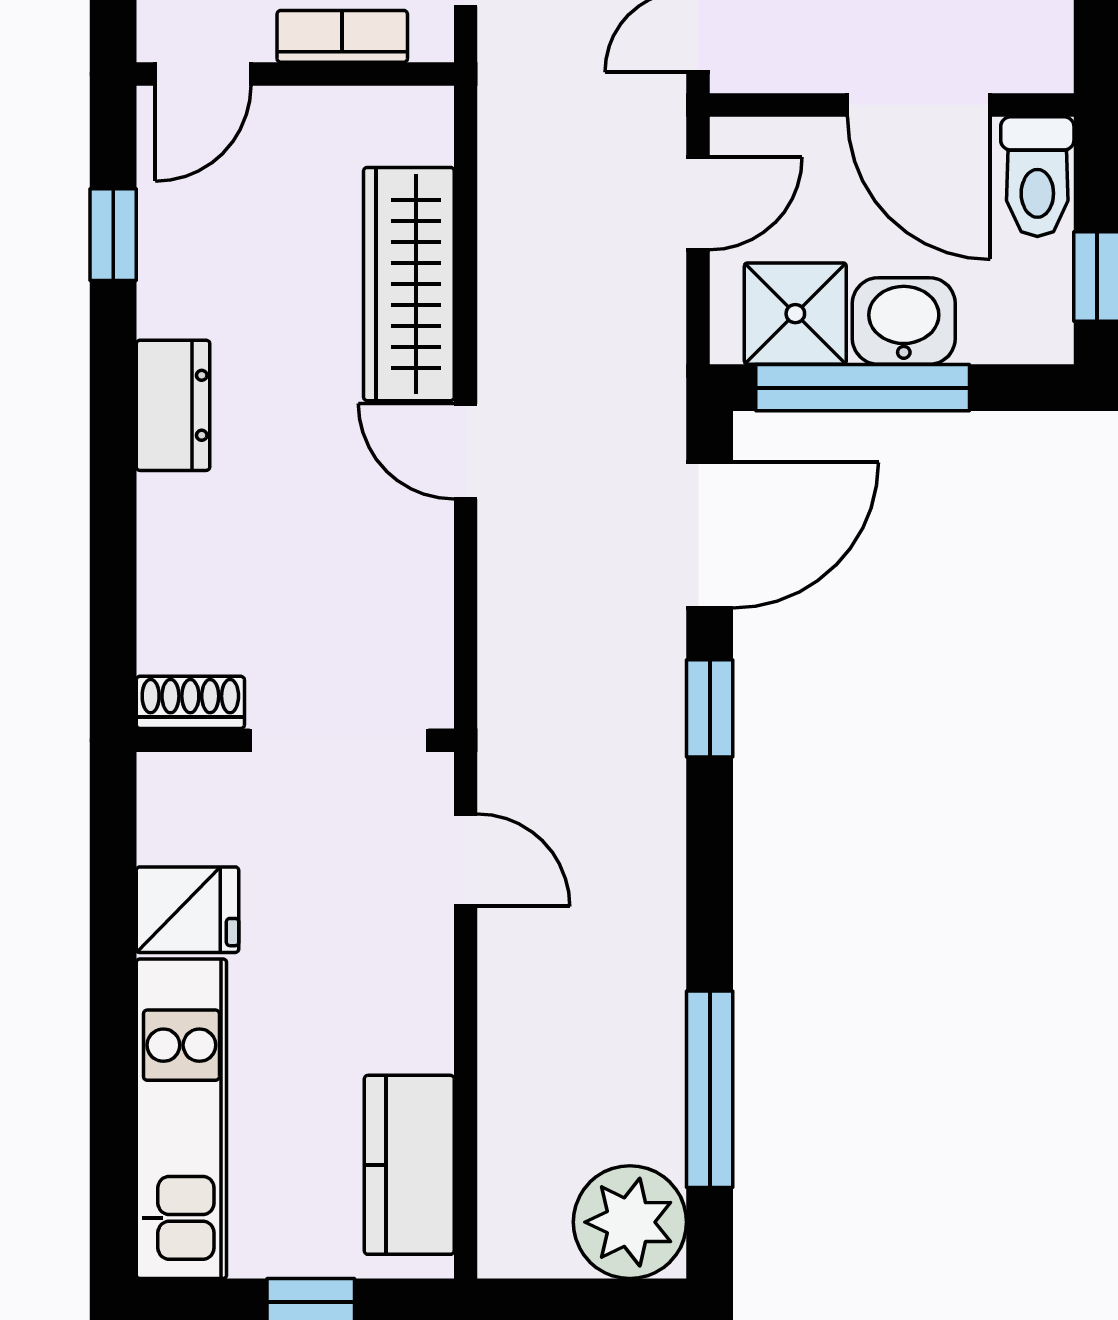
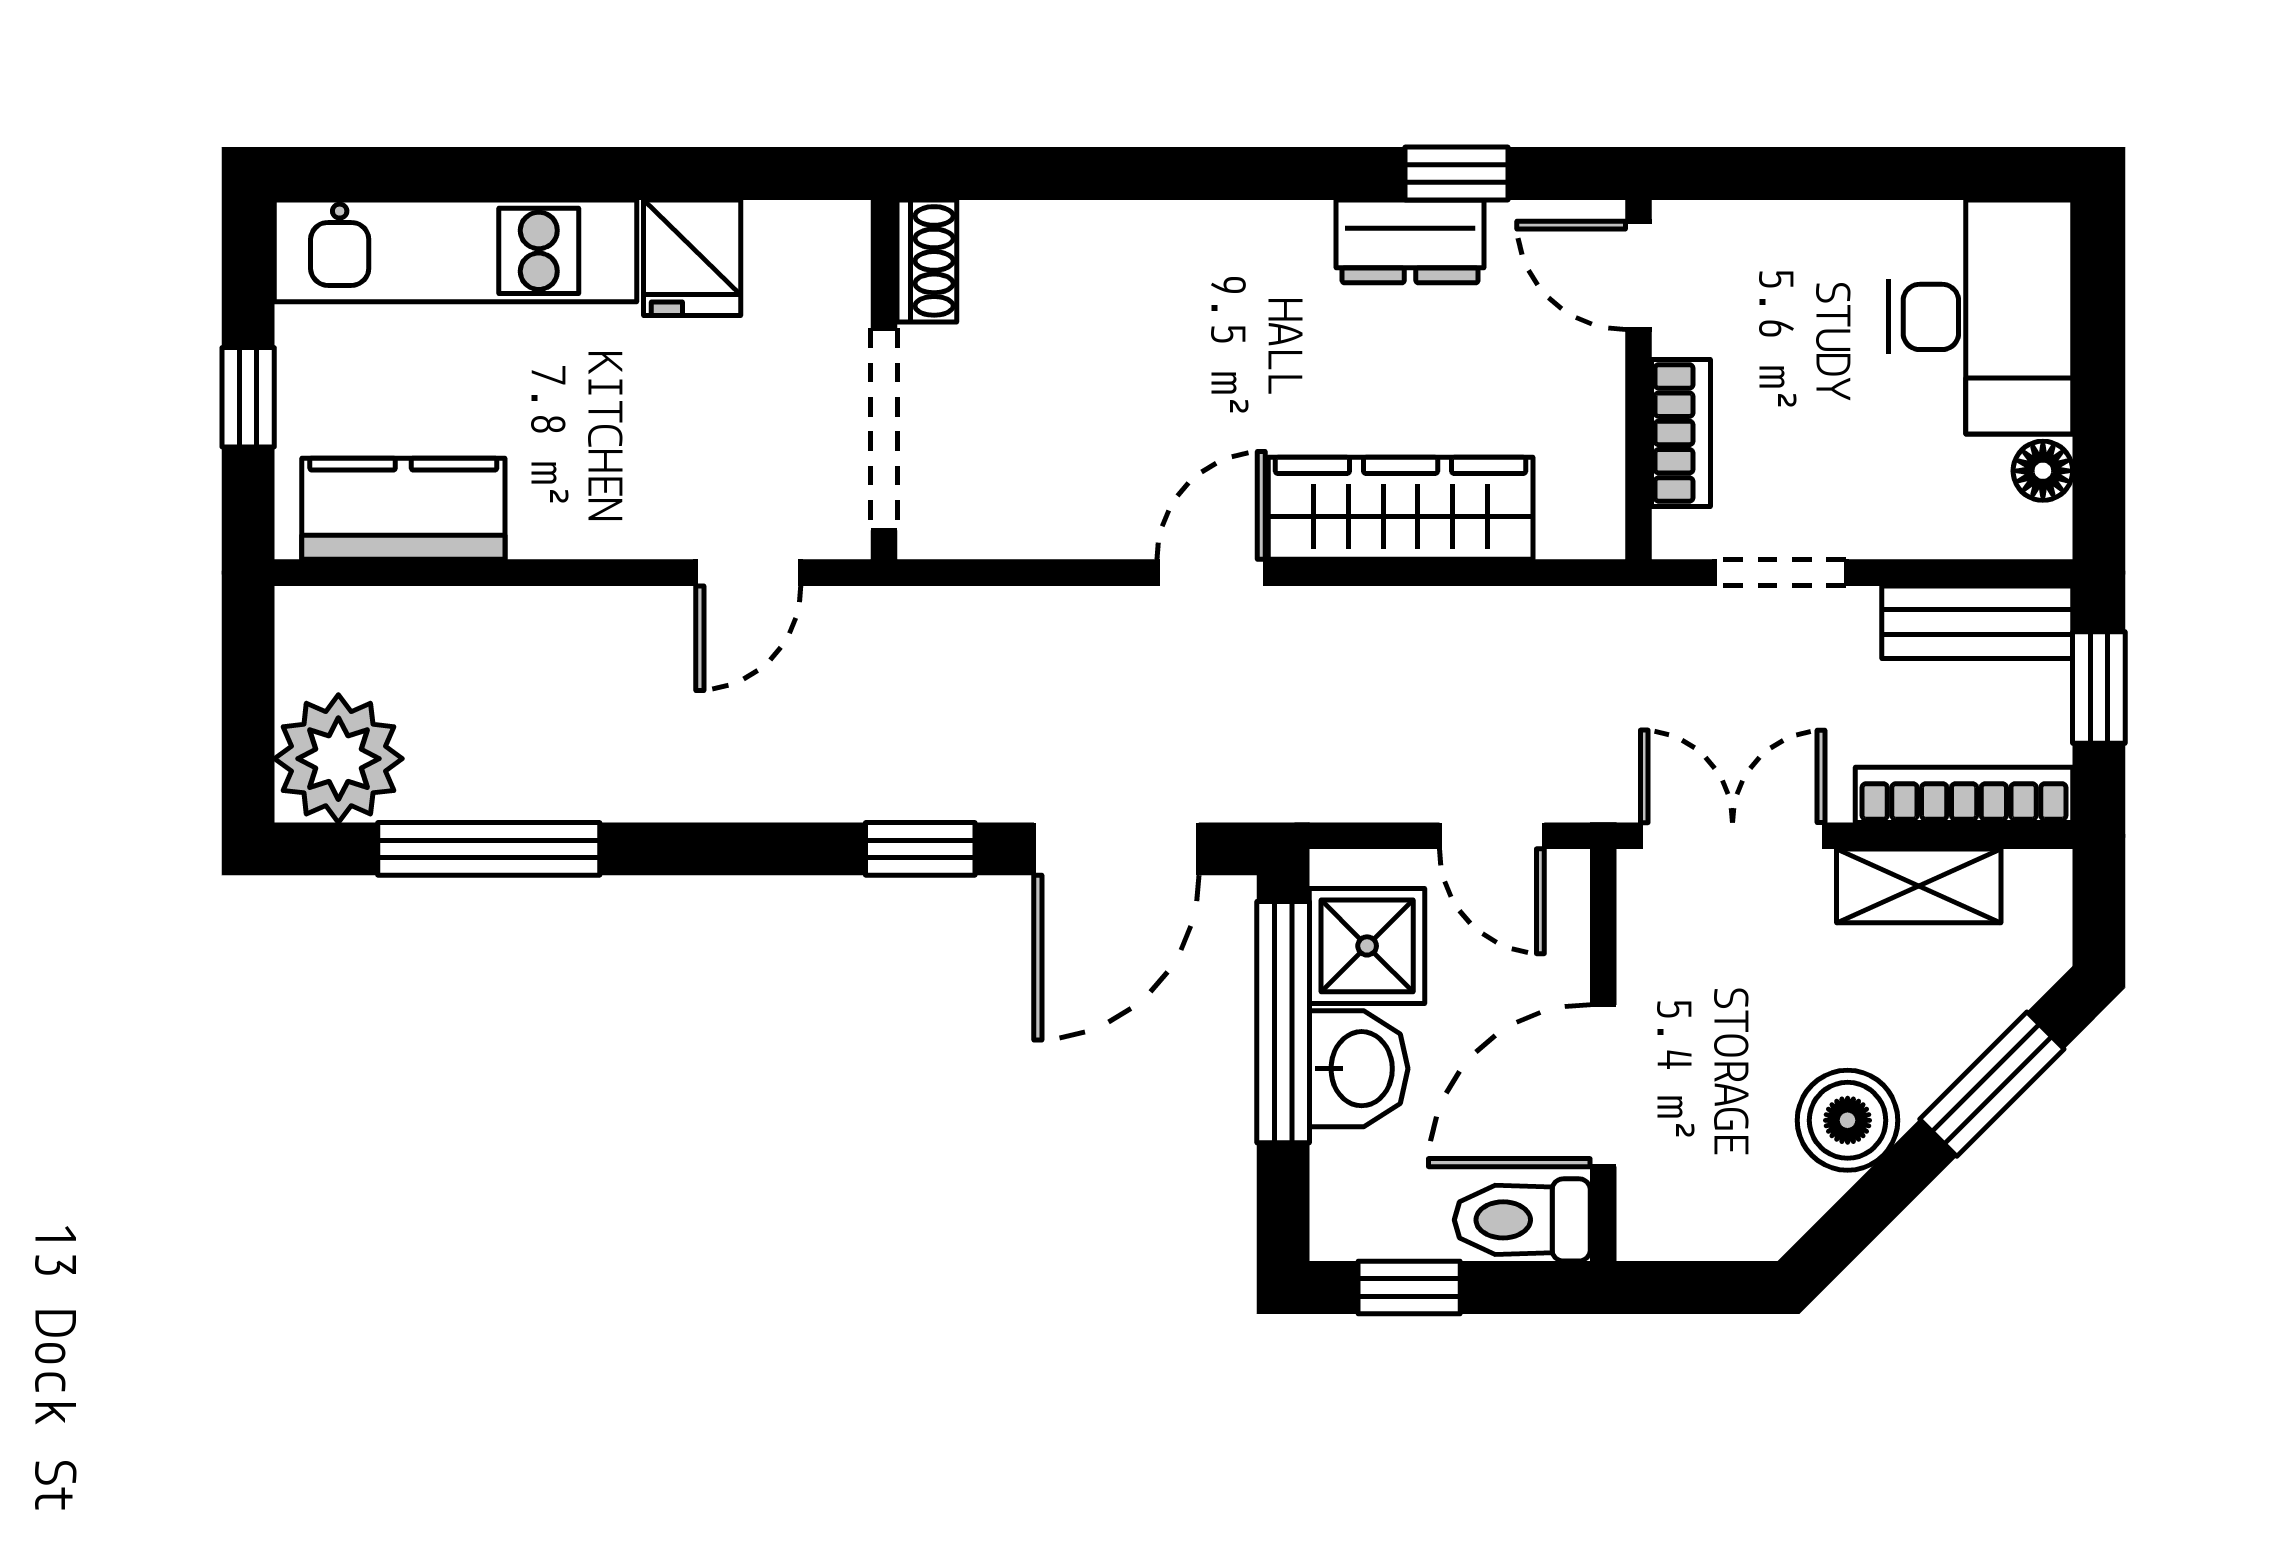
dresser: (173, 405) -> (1410, 241), moved
door: (710, 535) -> (1116, 849), hinge flipped

